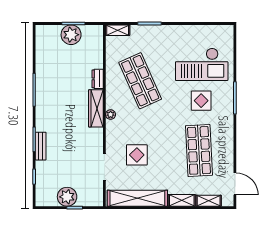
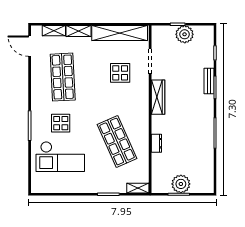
checkout: (202, 64) -> (60, 157), turned 180
wardrobe: (96, 108) -> (158, 97), moved
plant: (111, 115) -> (144, 110), removed

